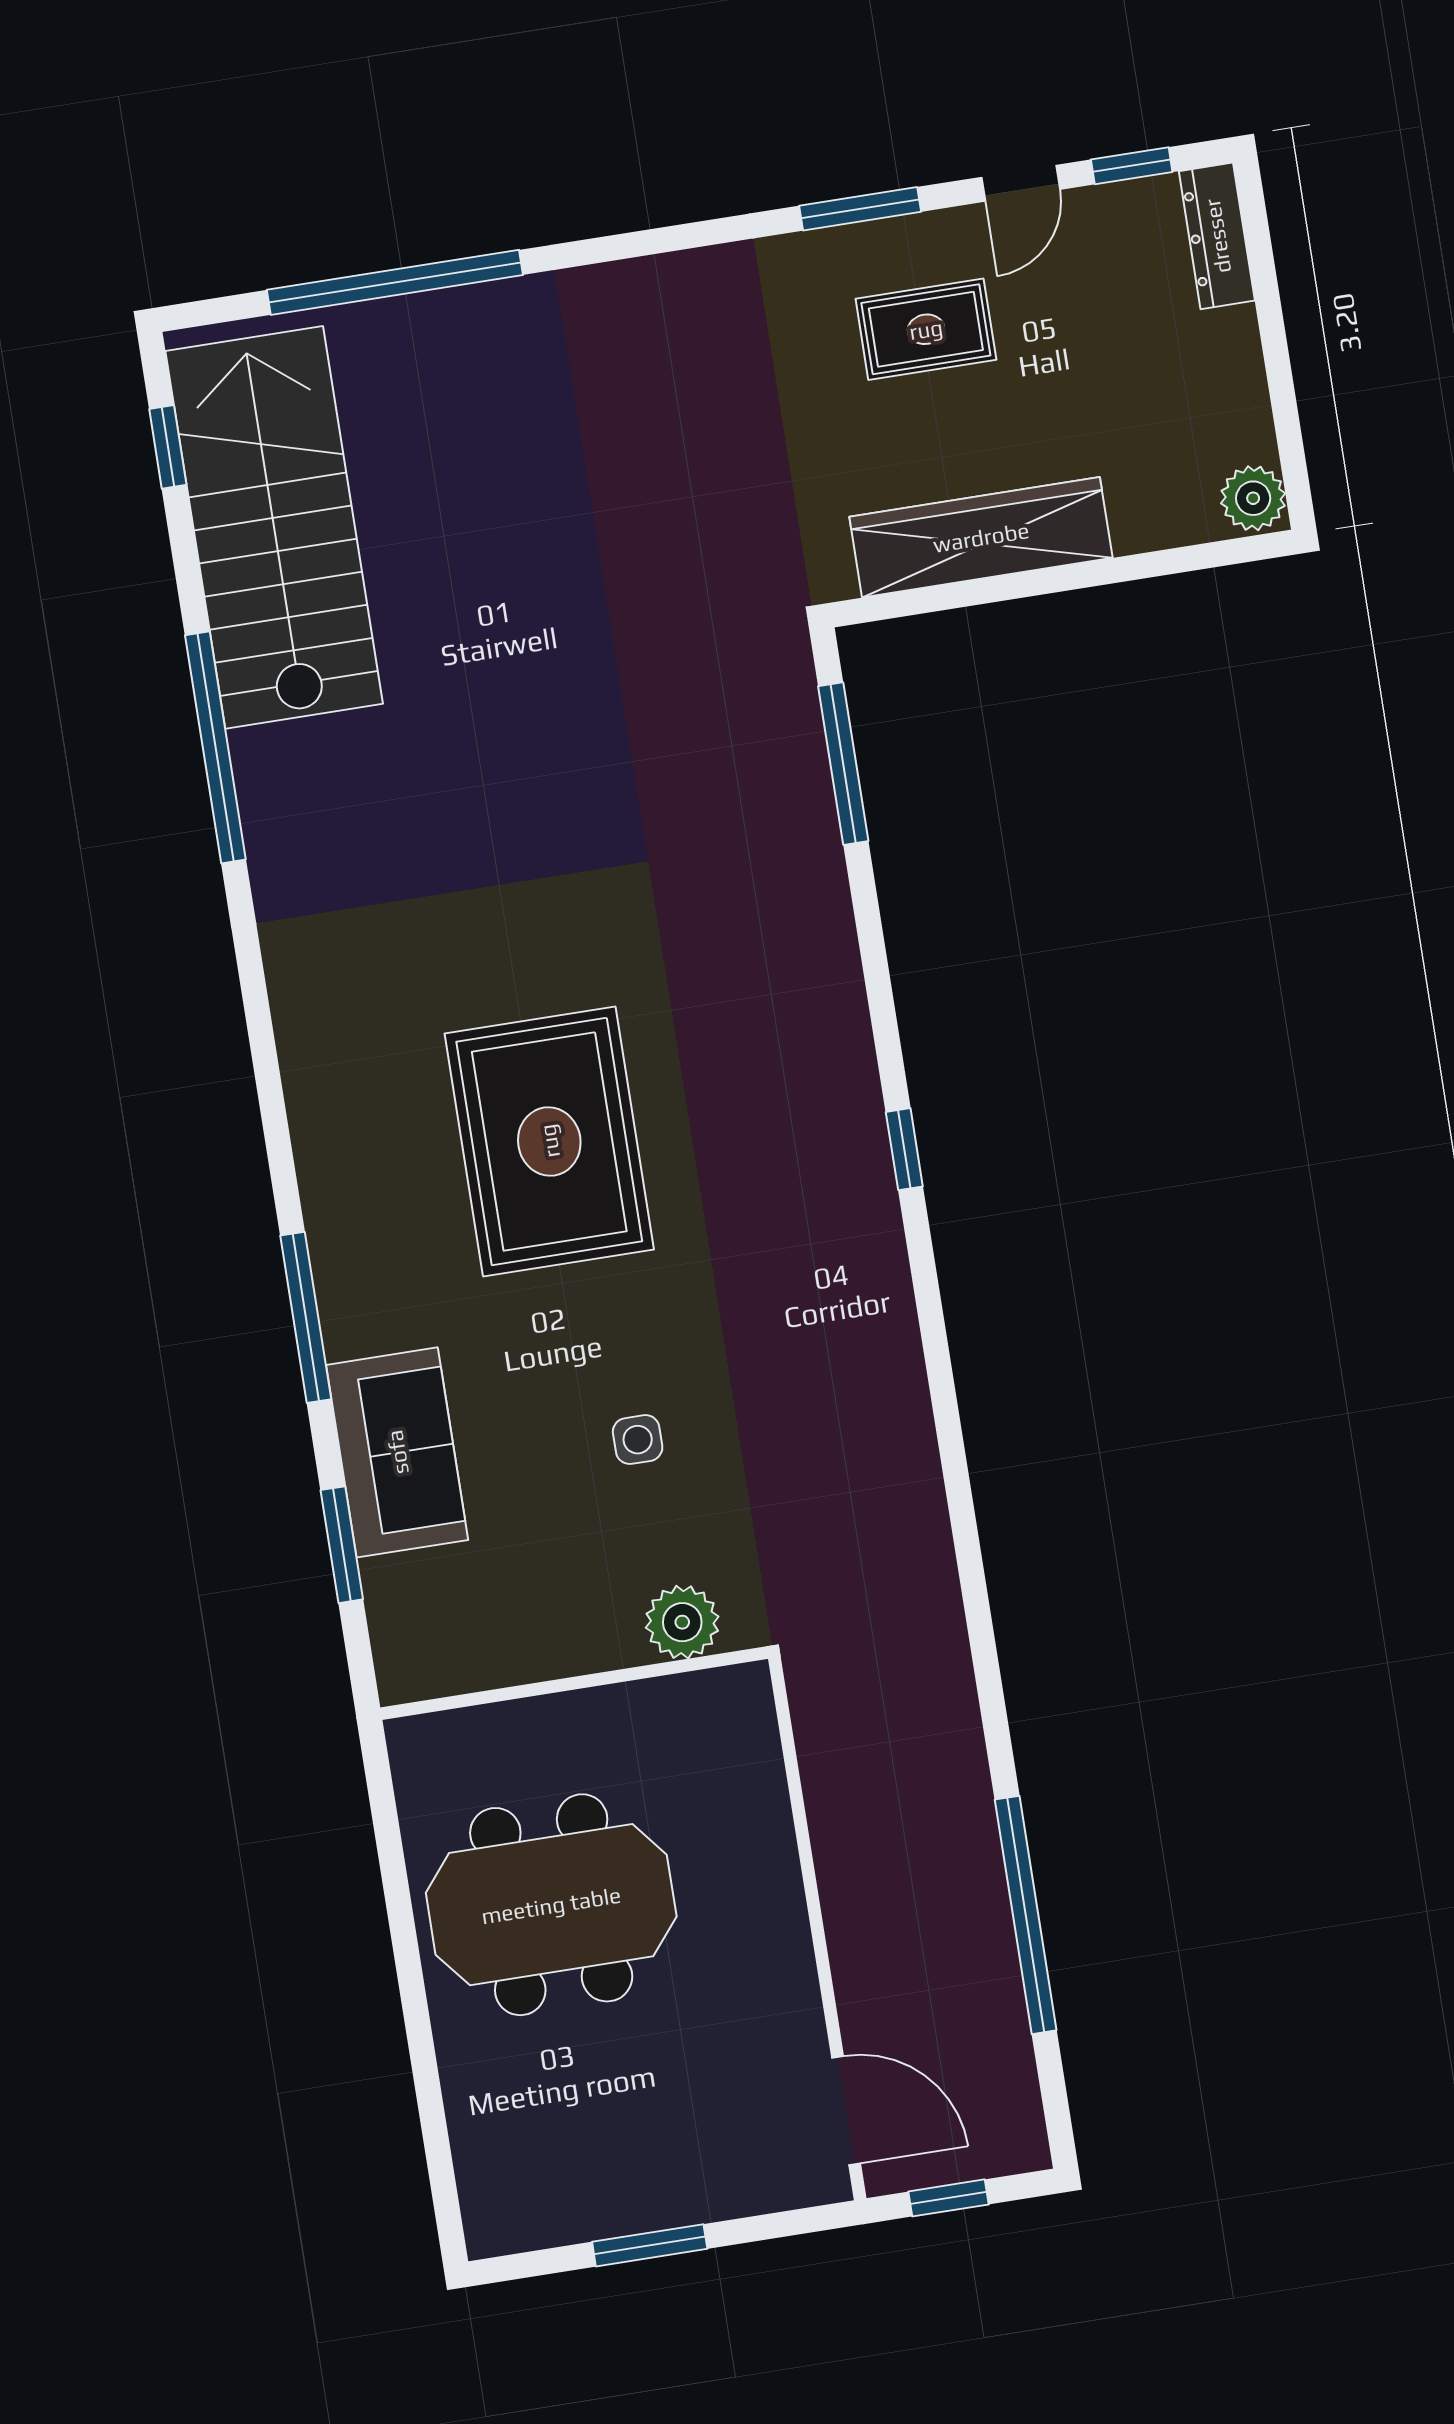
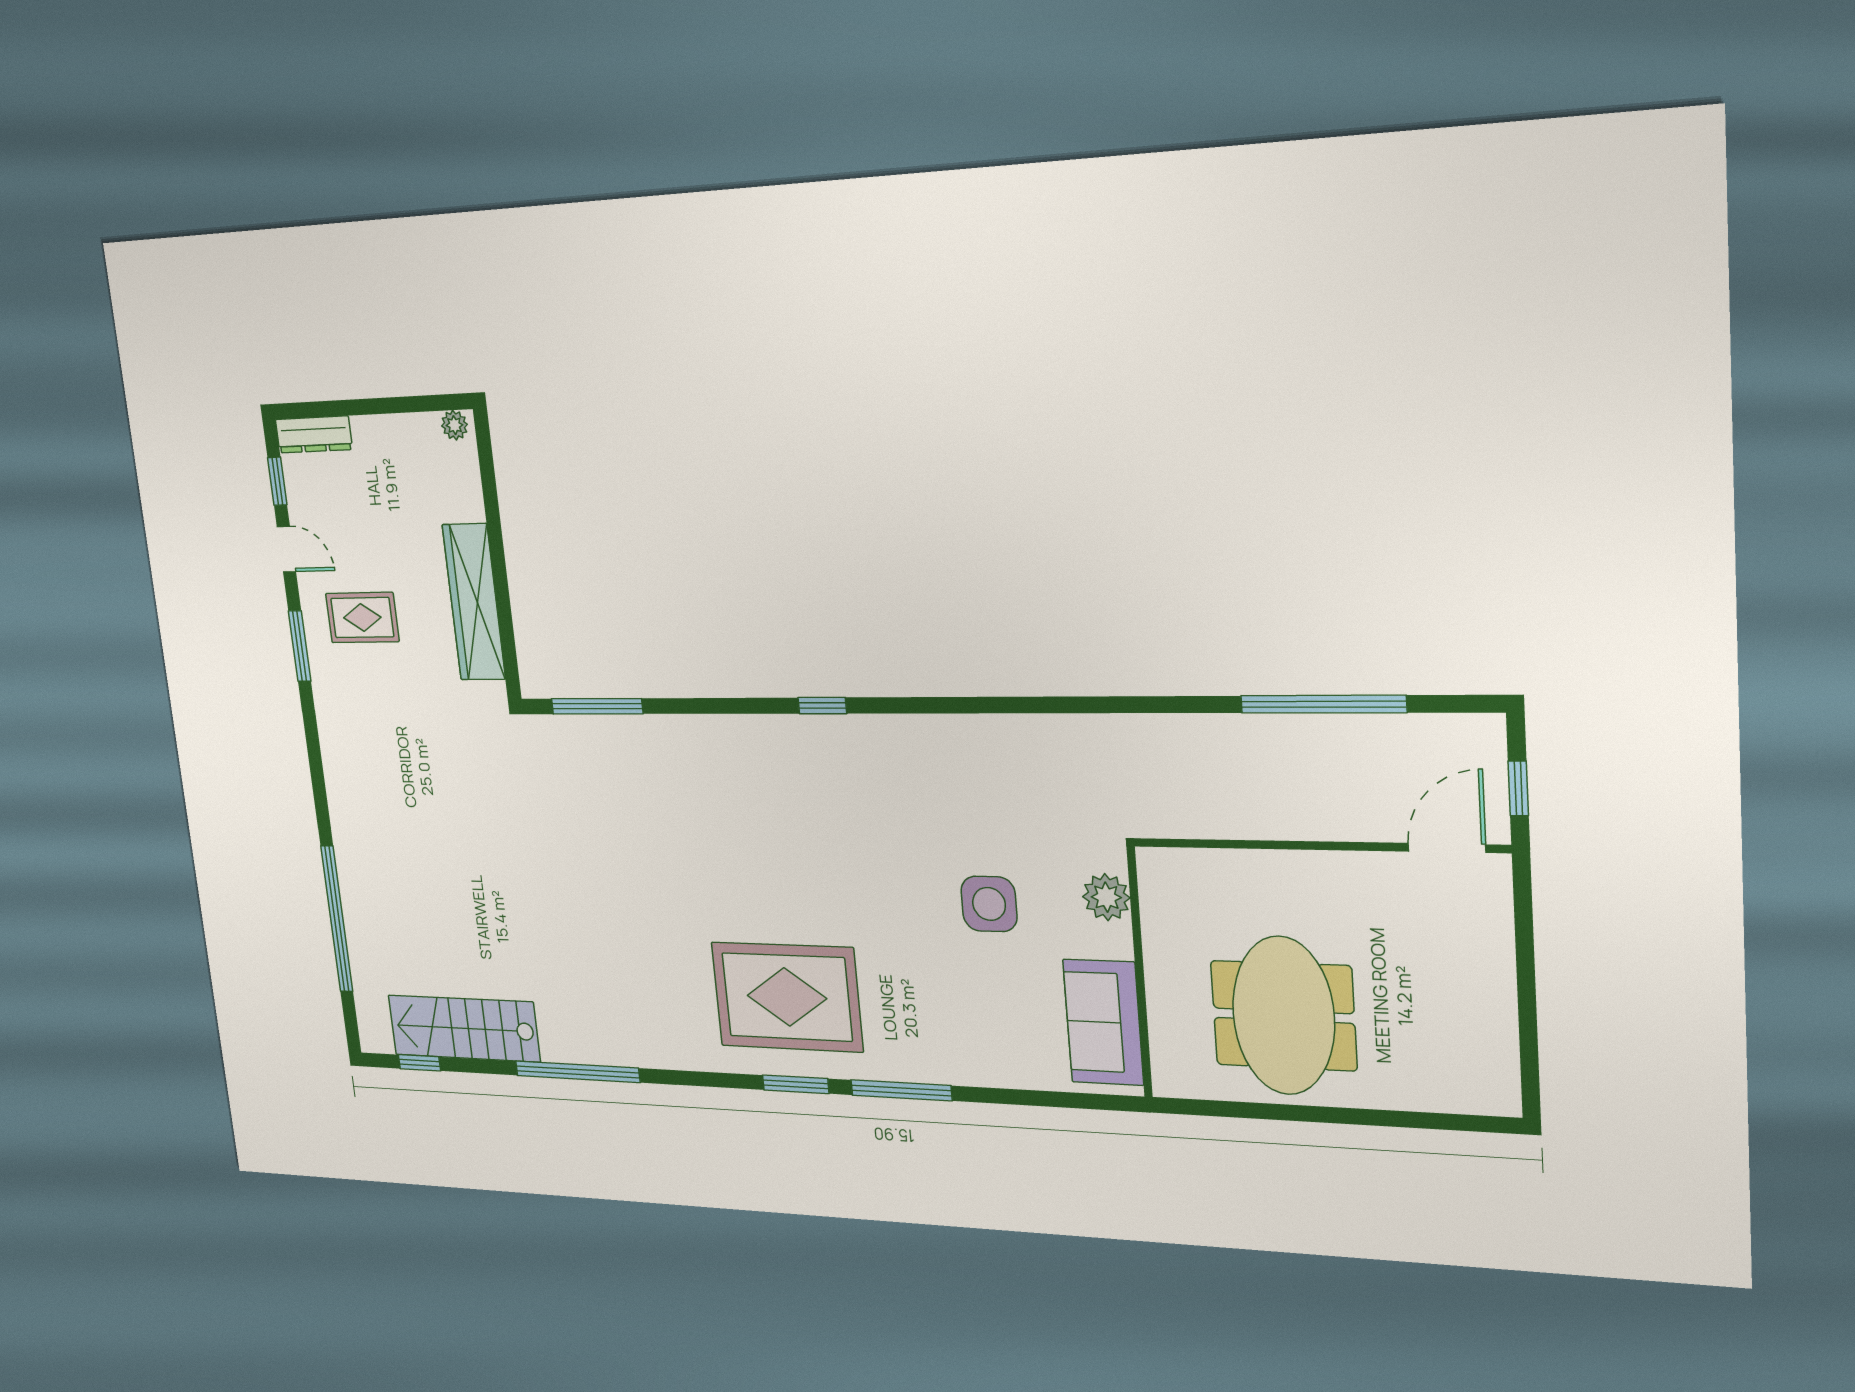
rug: (926, 329) -> (362, 618), turned 90
plant: (1253, 498) -> (455, 425), width x0.73, depth x0.73
stairs: (274, 527) -> (464, 1028), width x0.73, depth x0.66
rug: (549, 1141) -> (787, 997), moved
side table: (638, 1440) -> (989, 904), width x1.87, depth x1.87
sofa: (397, 1452) -> (1103, 1022), moved, turned -90
window: (342, 1545) -> (796, 1084), moved
window: (650, 2245) -> (1527, 996), removed

